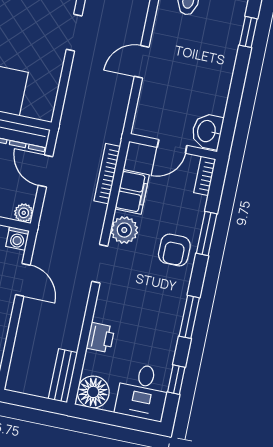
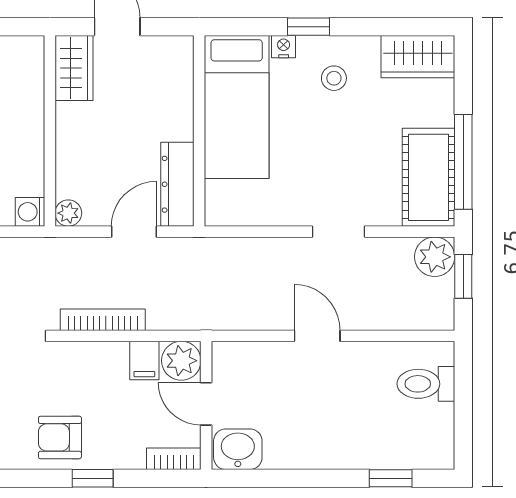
bookcase: (107, 174) -> (103, 320), moved
filing cabinet: (132, 192) -> (144, 360), width x0.50
plant: (124, 230) -> (181, 361), moved
window: (207, 234) -> (93, 478), width x0.67

